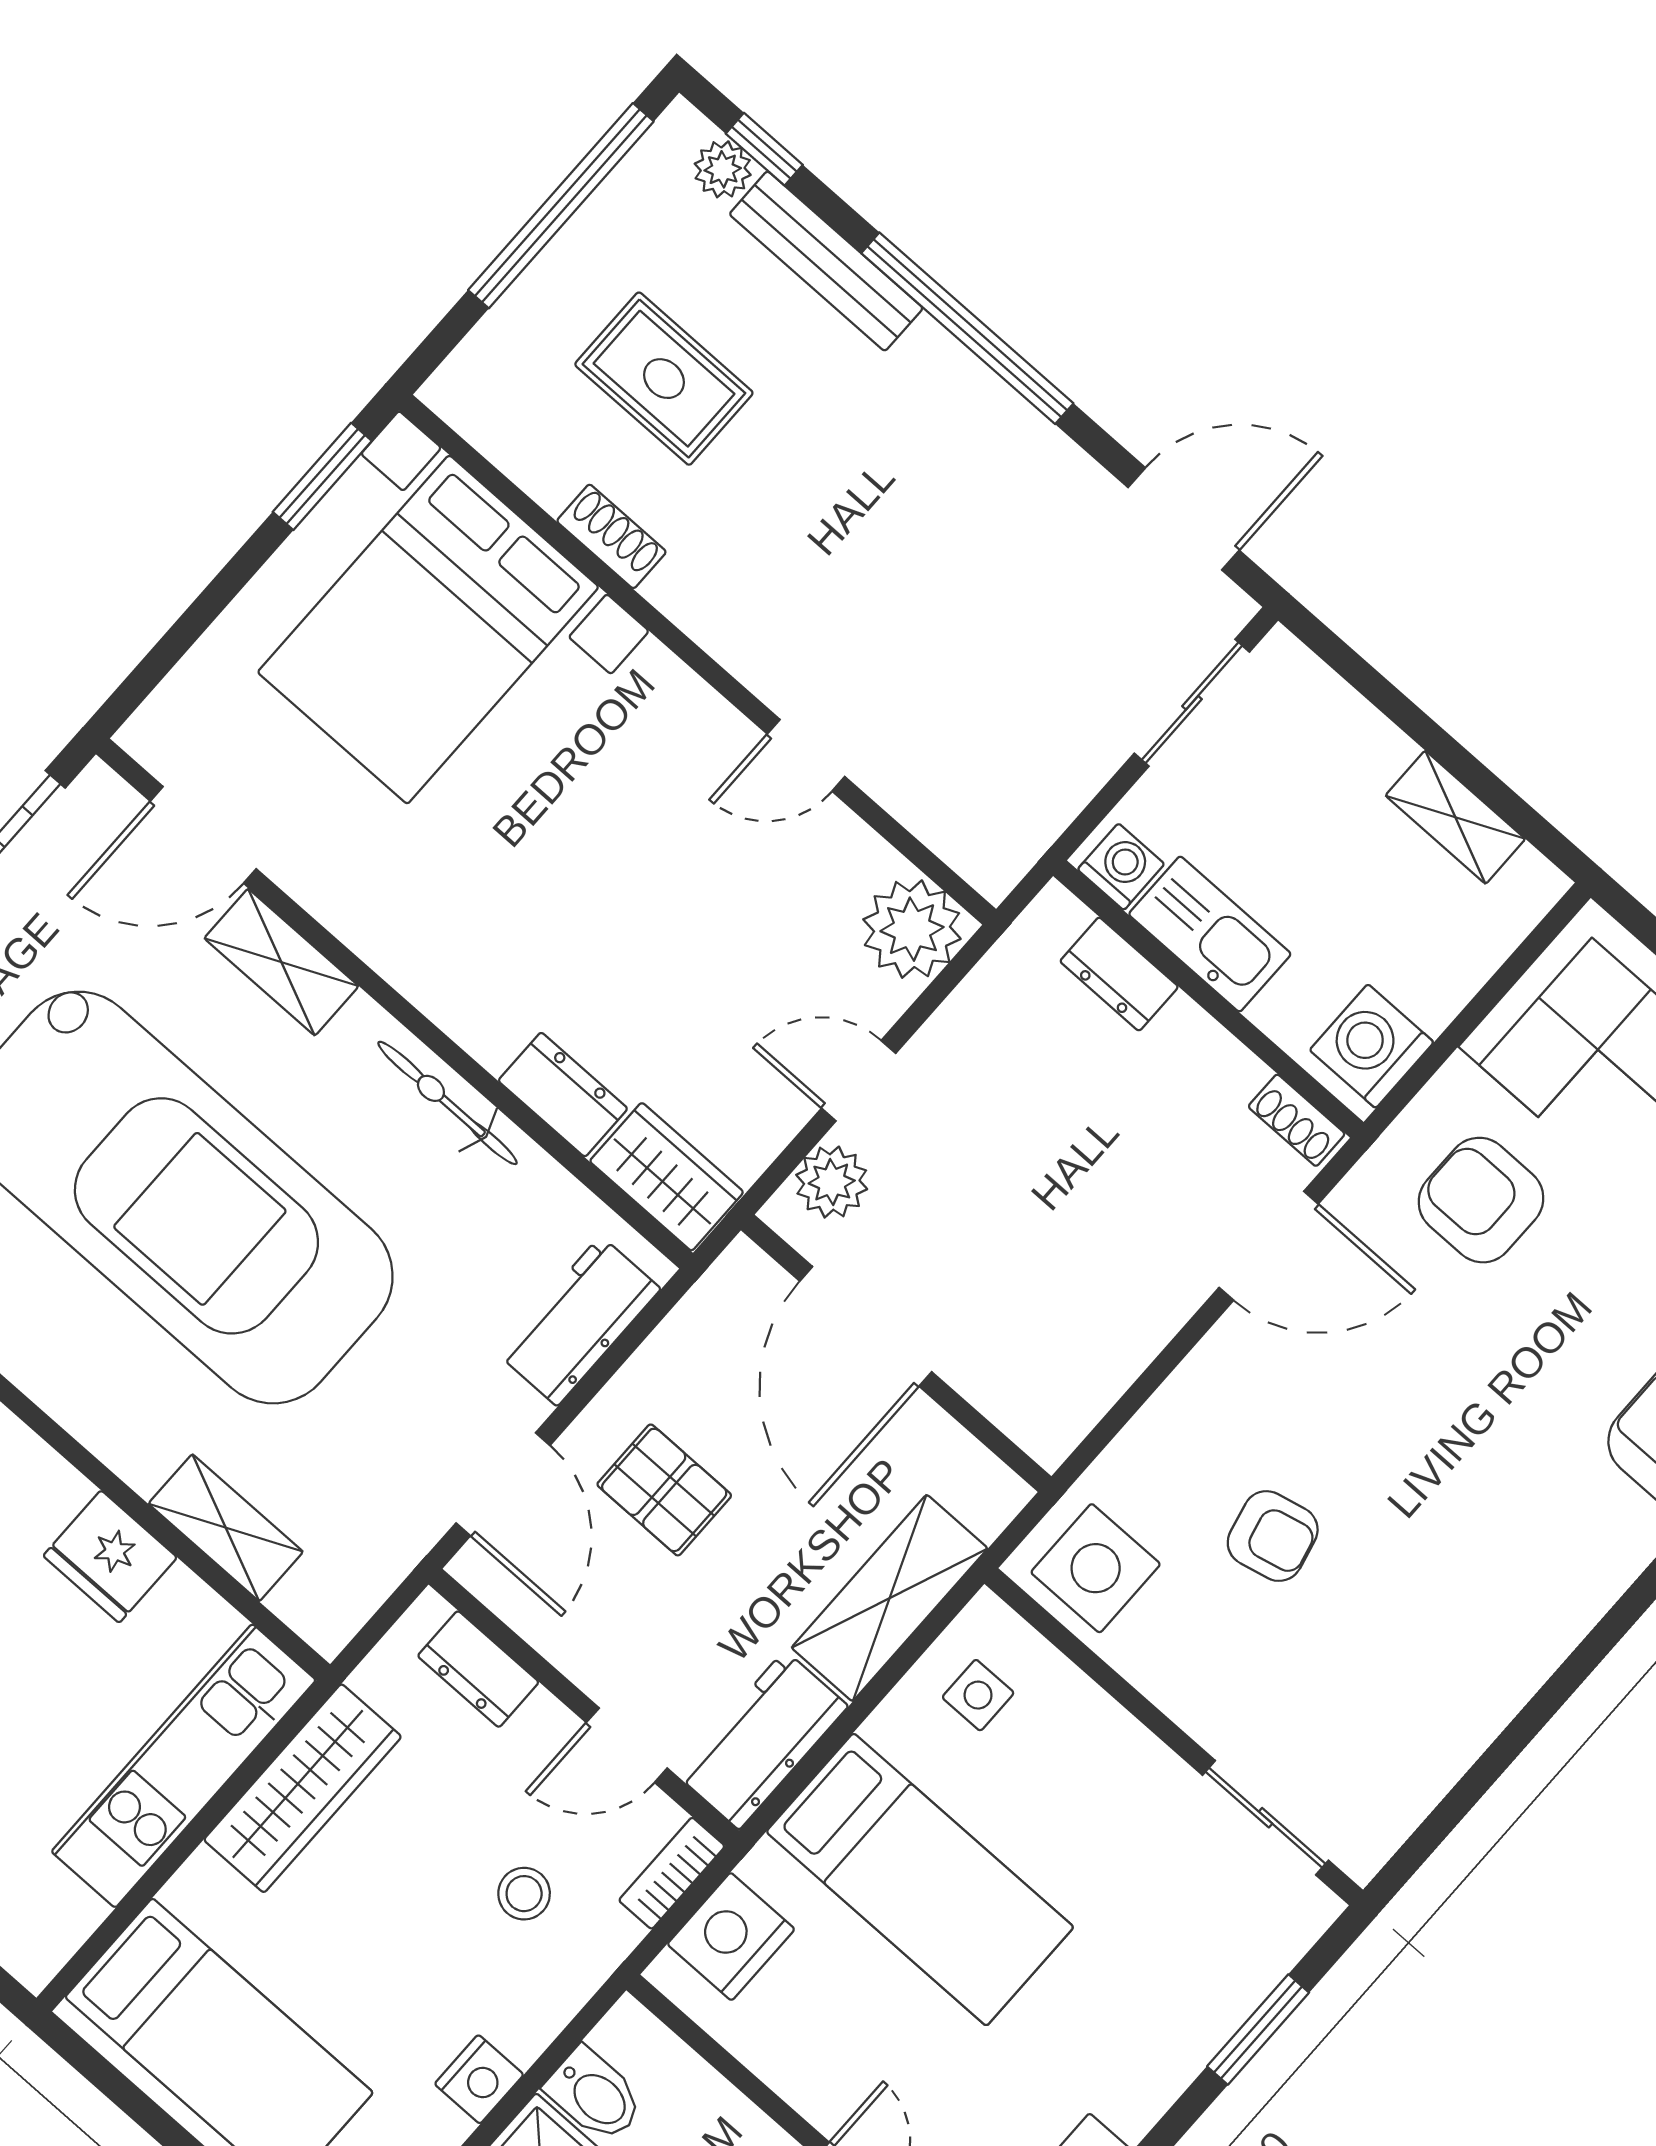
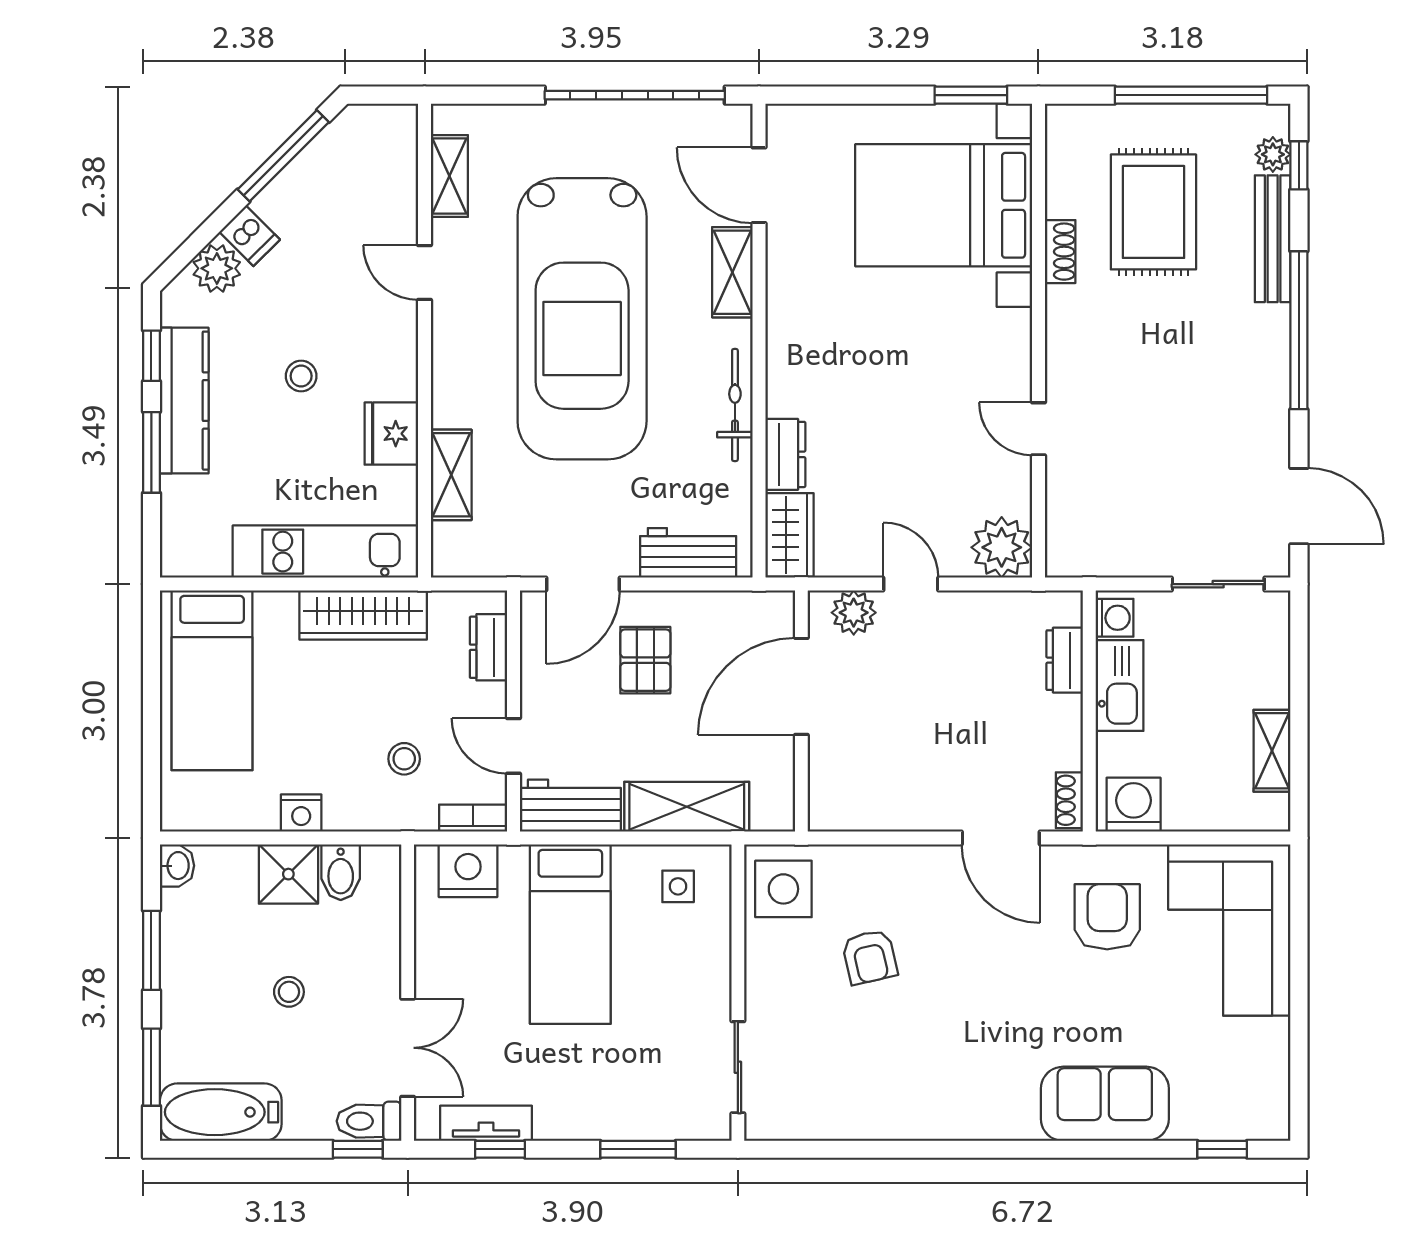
rug: (664, 379) -> (1153, 212), width x1.36, depth x1.43

